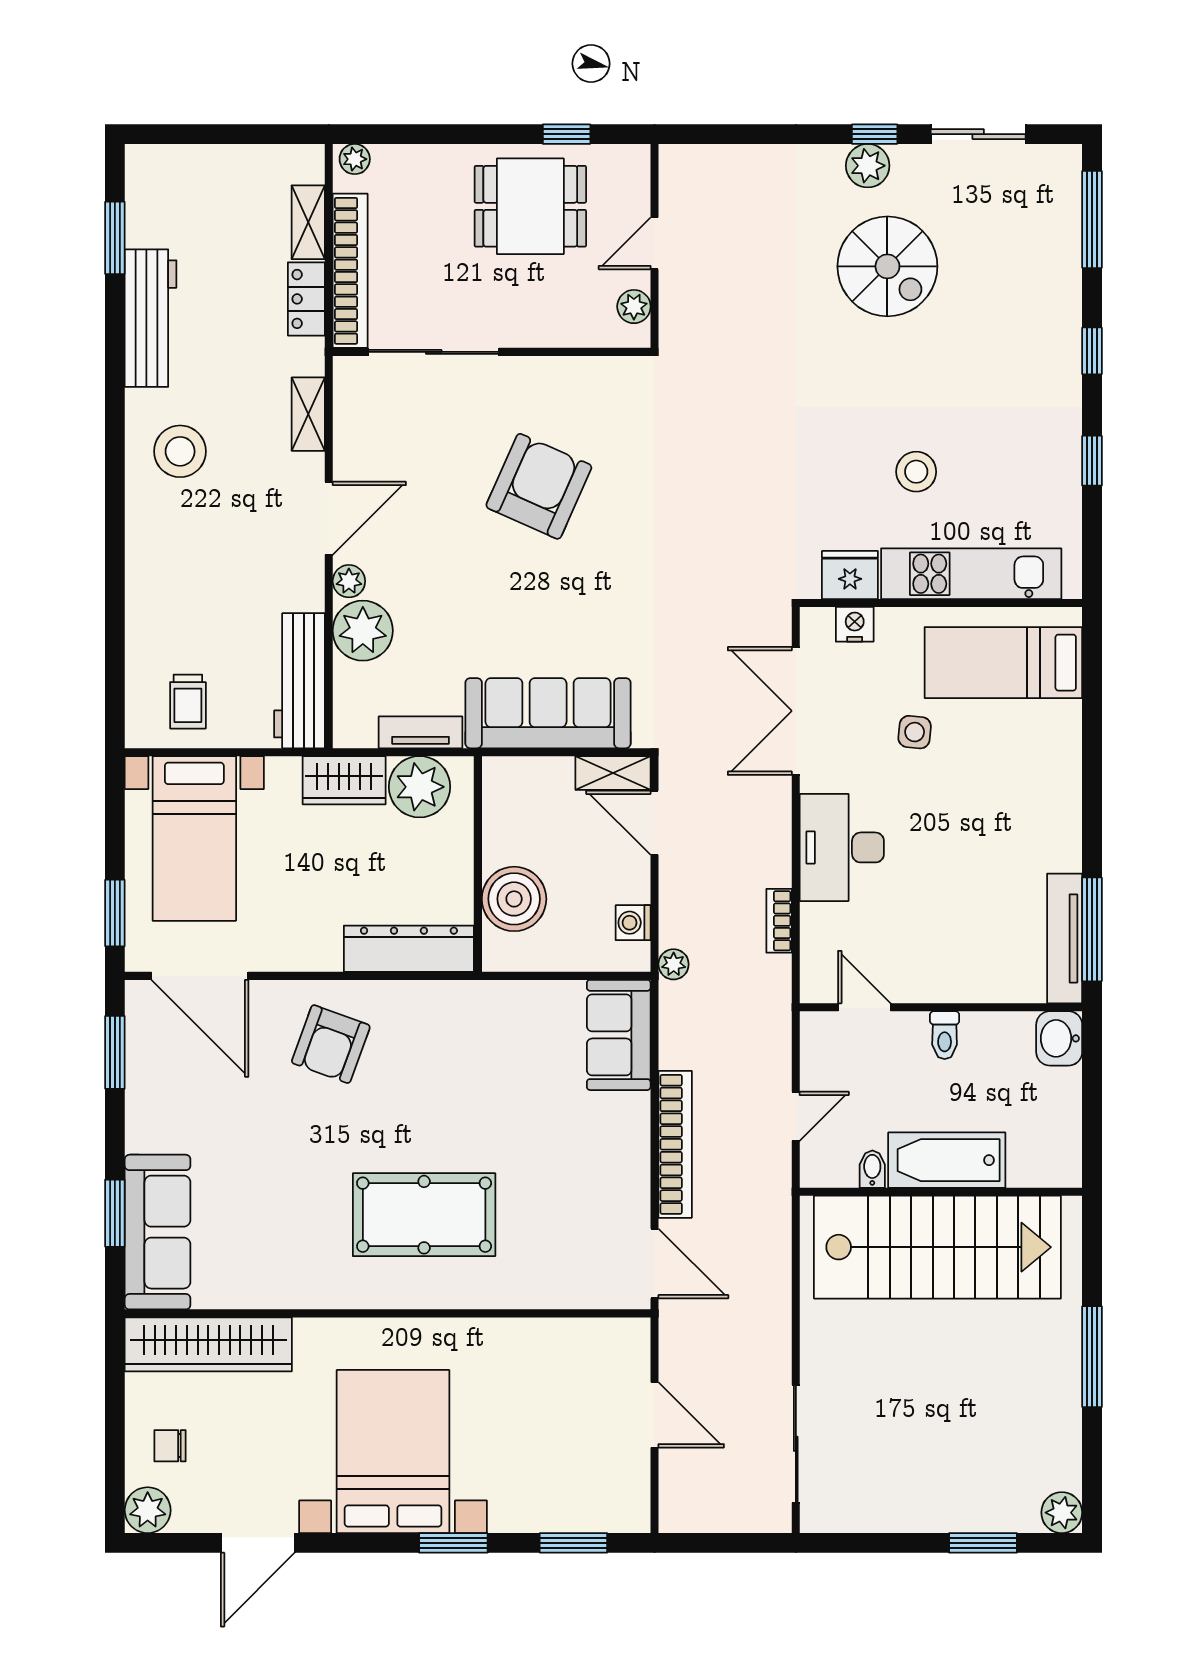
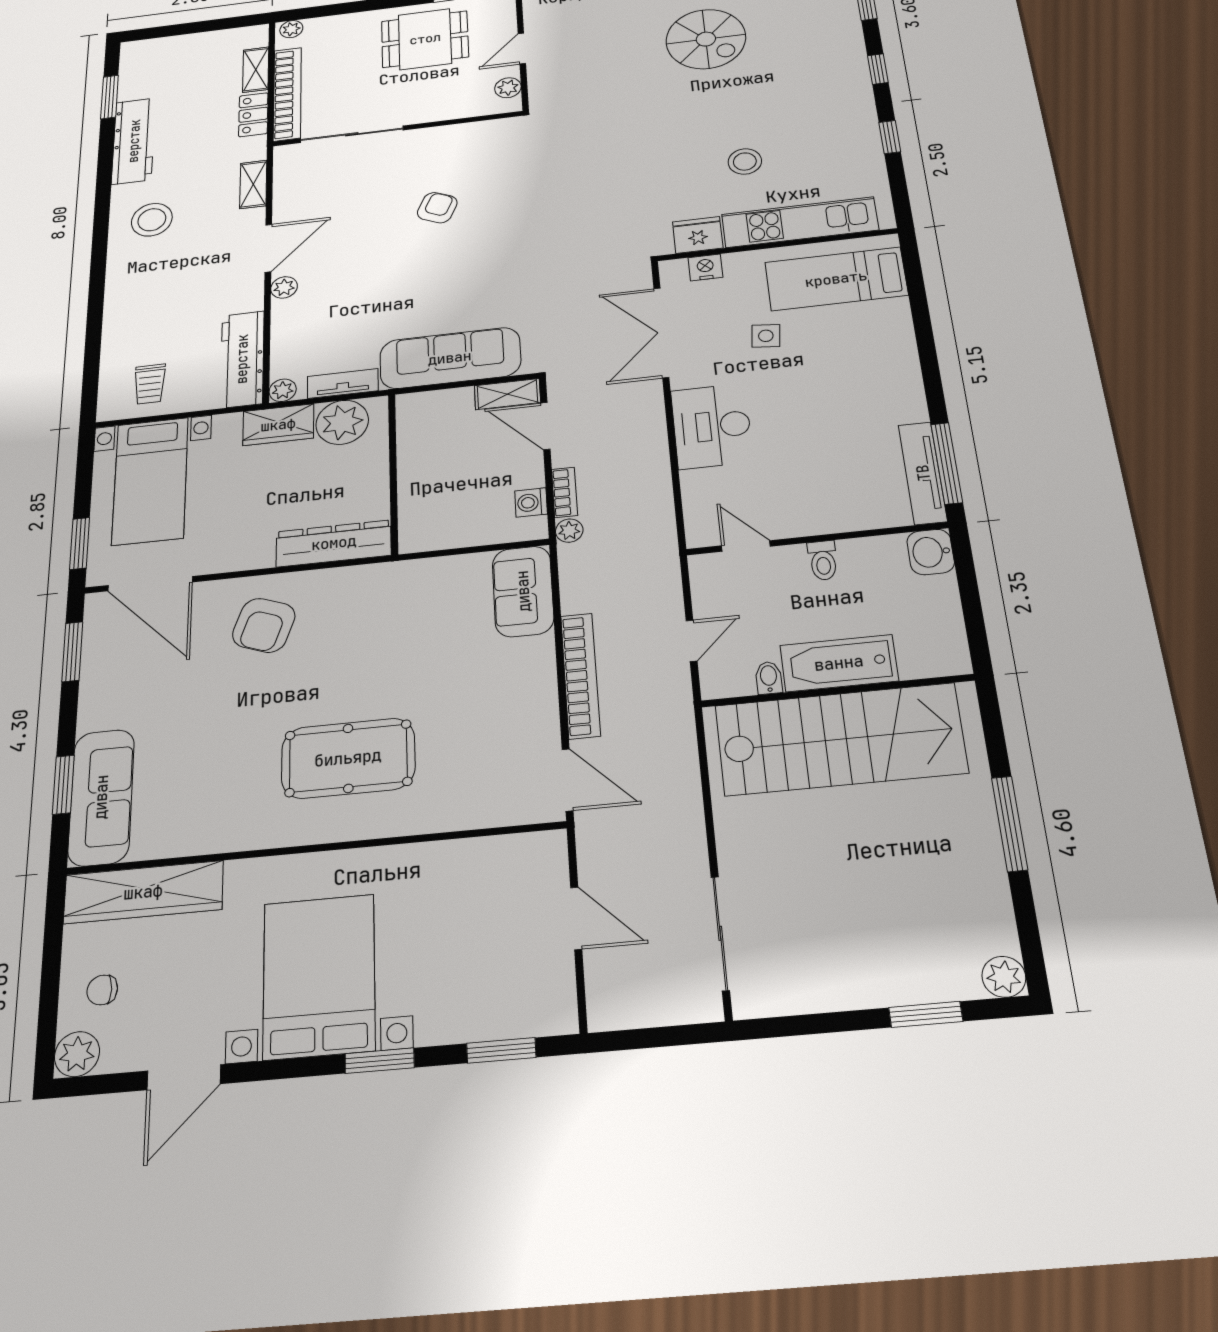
armchair: (539, 486) -> (437, 208), width x0.53, depth x0.53
plant: (363, 631) -> (283, 390), moved, width x0.53, depth x0.53
boiler: (514, 899) -> (425, 496), removed
bookcase: (779, 921) -> (565, 492), moved, turned 180

